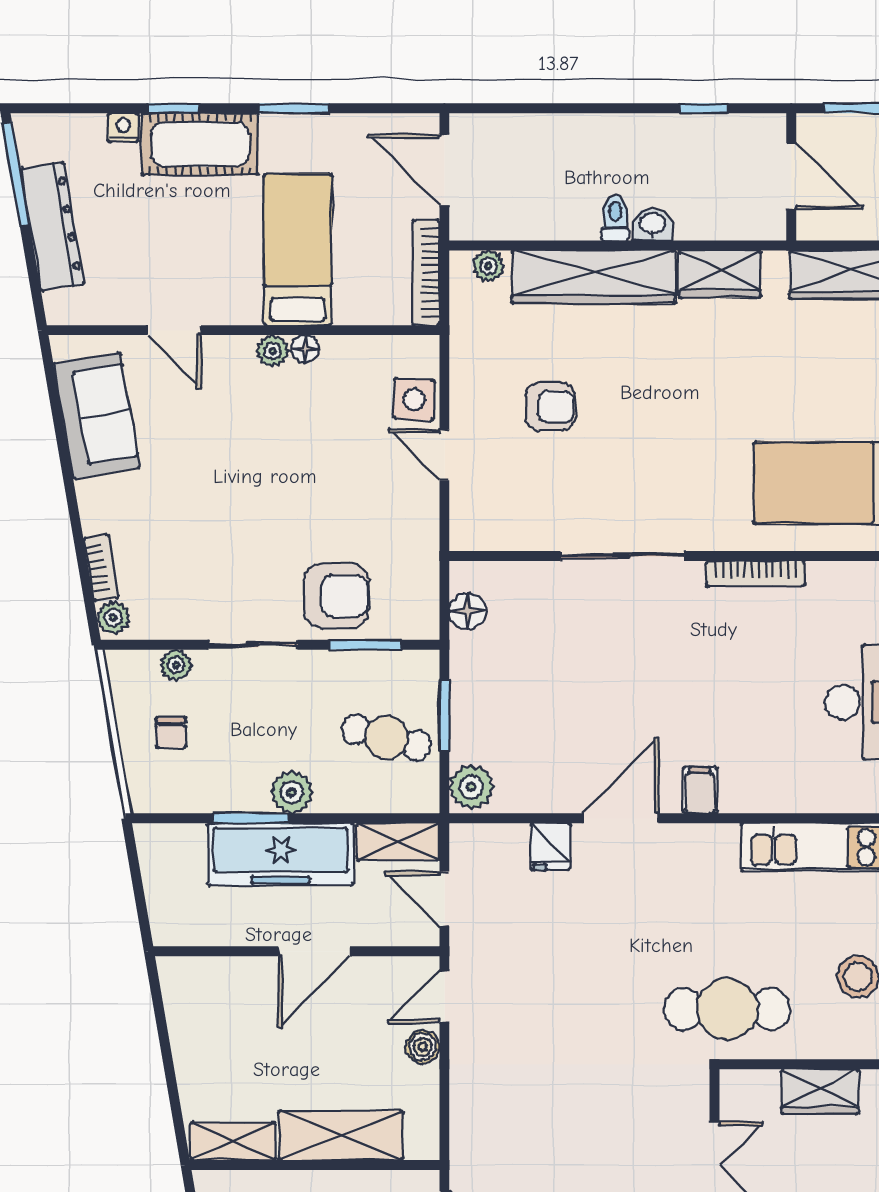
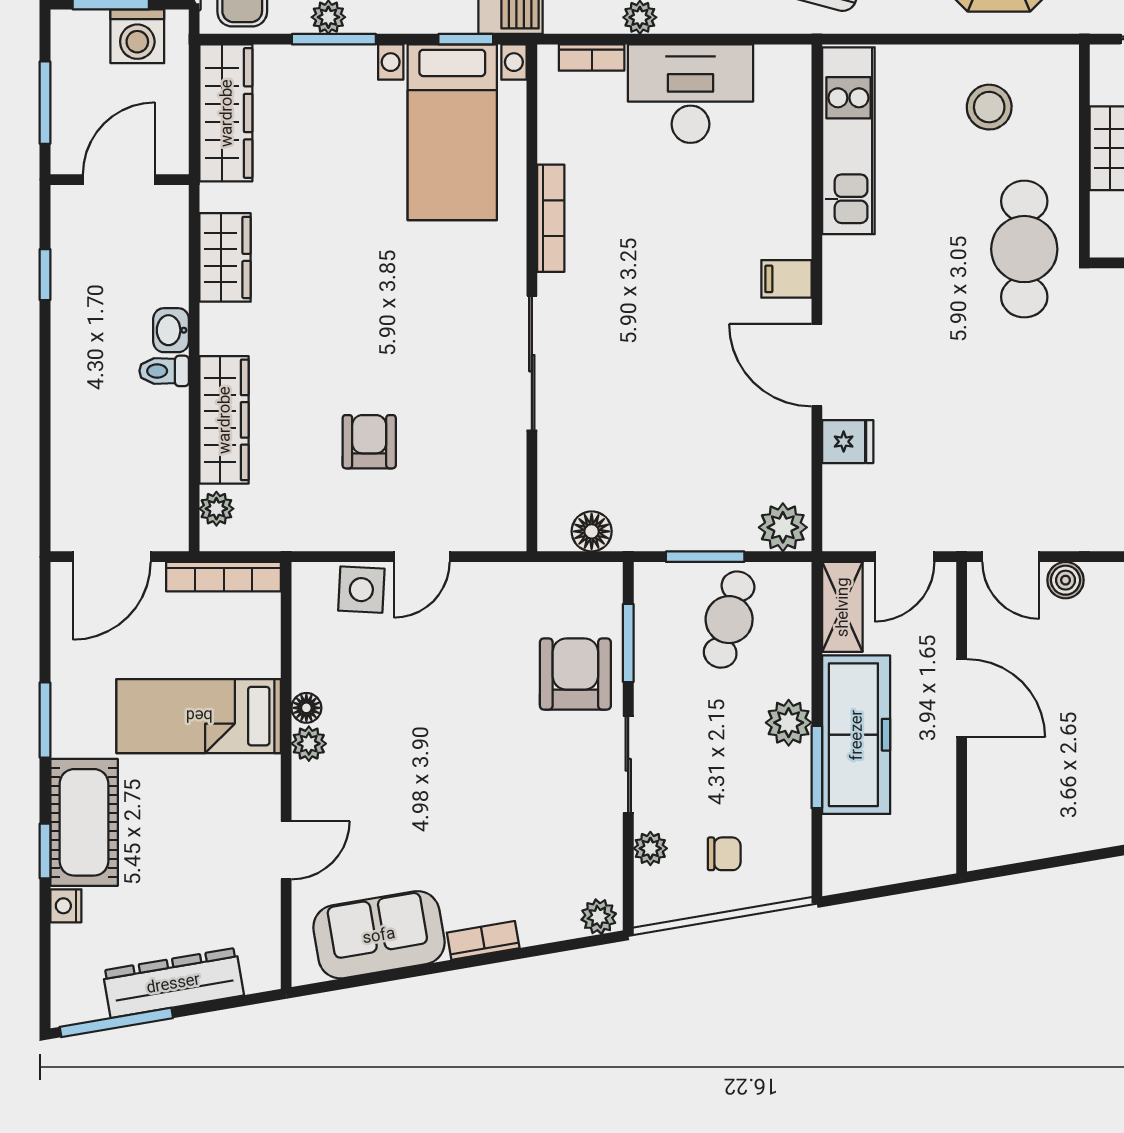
wardrobe: (594, 277) -> (224, 420), width x0.71, depth x0.85
bookcase: (101, 568) -> (483, 940), moved

